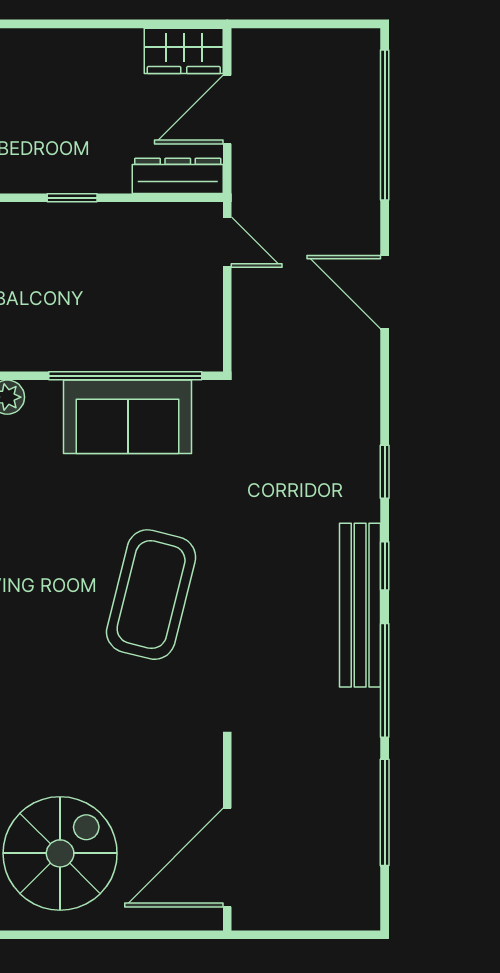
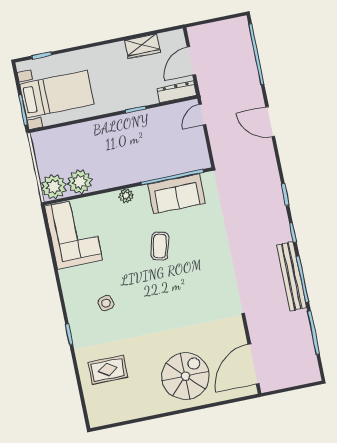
wardrobe: (184, 51) -> (142, 46), moved
door: (227, 242) -> (202, 115), swing flipped
coffee table: (151, 595) -> (160, 246), moved, width x0.54, depth x0.58
bench: (360, 605) -> (292, 276), moved

